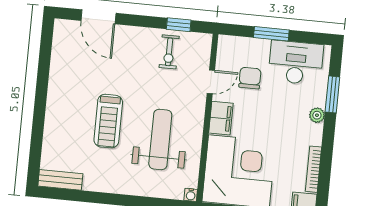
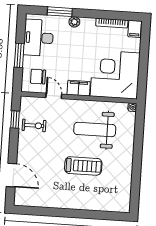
door: (98, 17) -> (11, 175), hinge flipped
chair: (250, 78) -> (38, 77), moved
bench: (60, 180) -> (125, 198), removed

